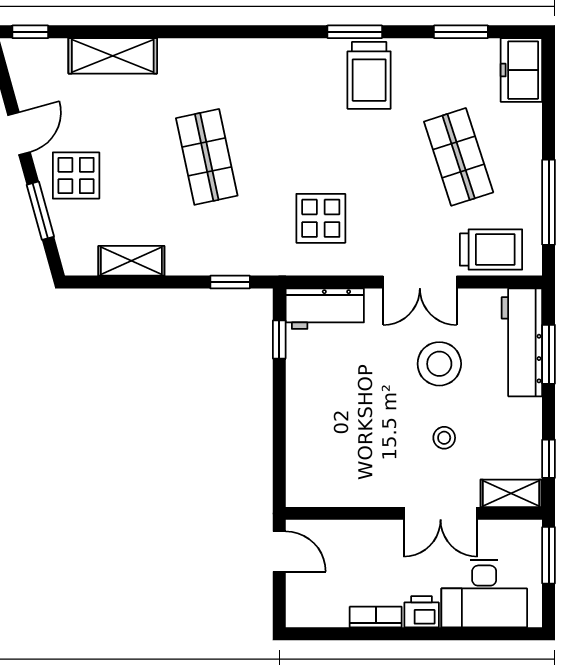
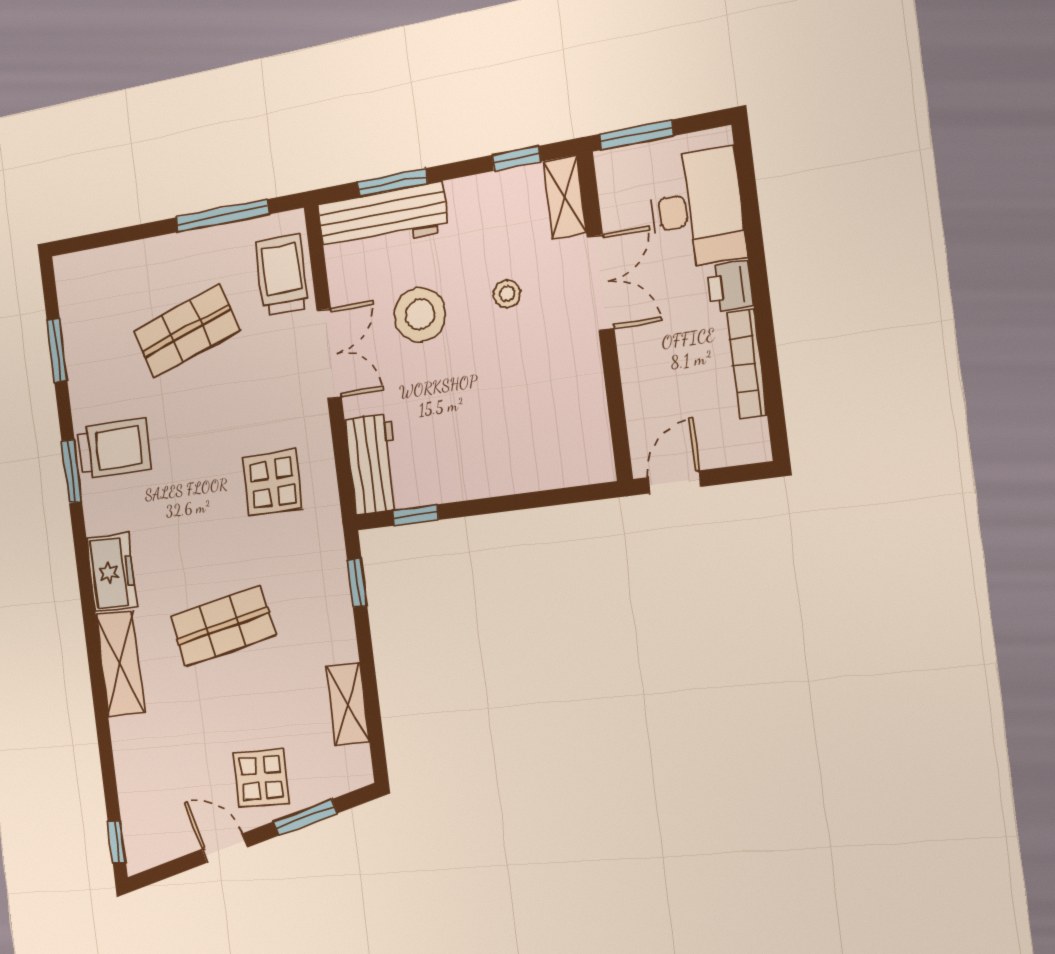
shelving: (113, 56) -> (120, 664), moved
freezer: (521, 70) -> (112, 573), moved, turned -90
bookcase: (376, 617) -> (747, 364), width x1.56

